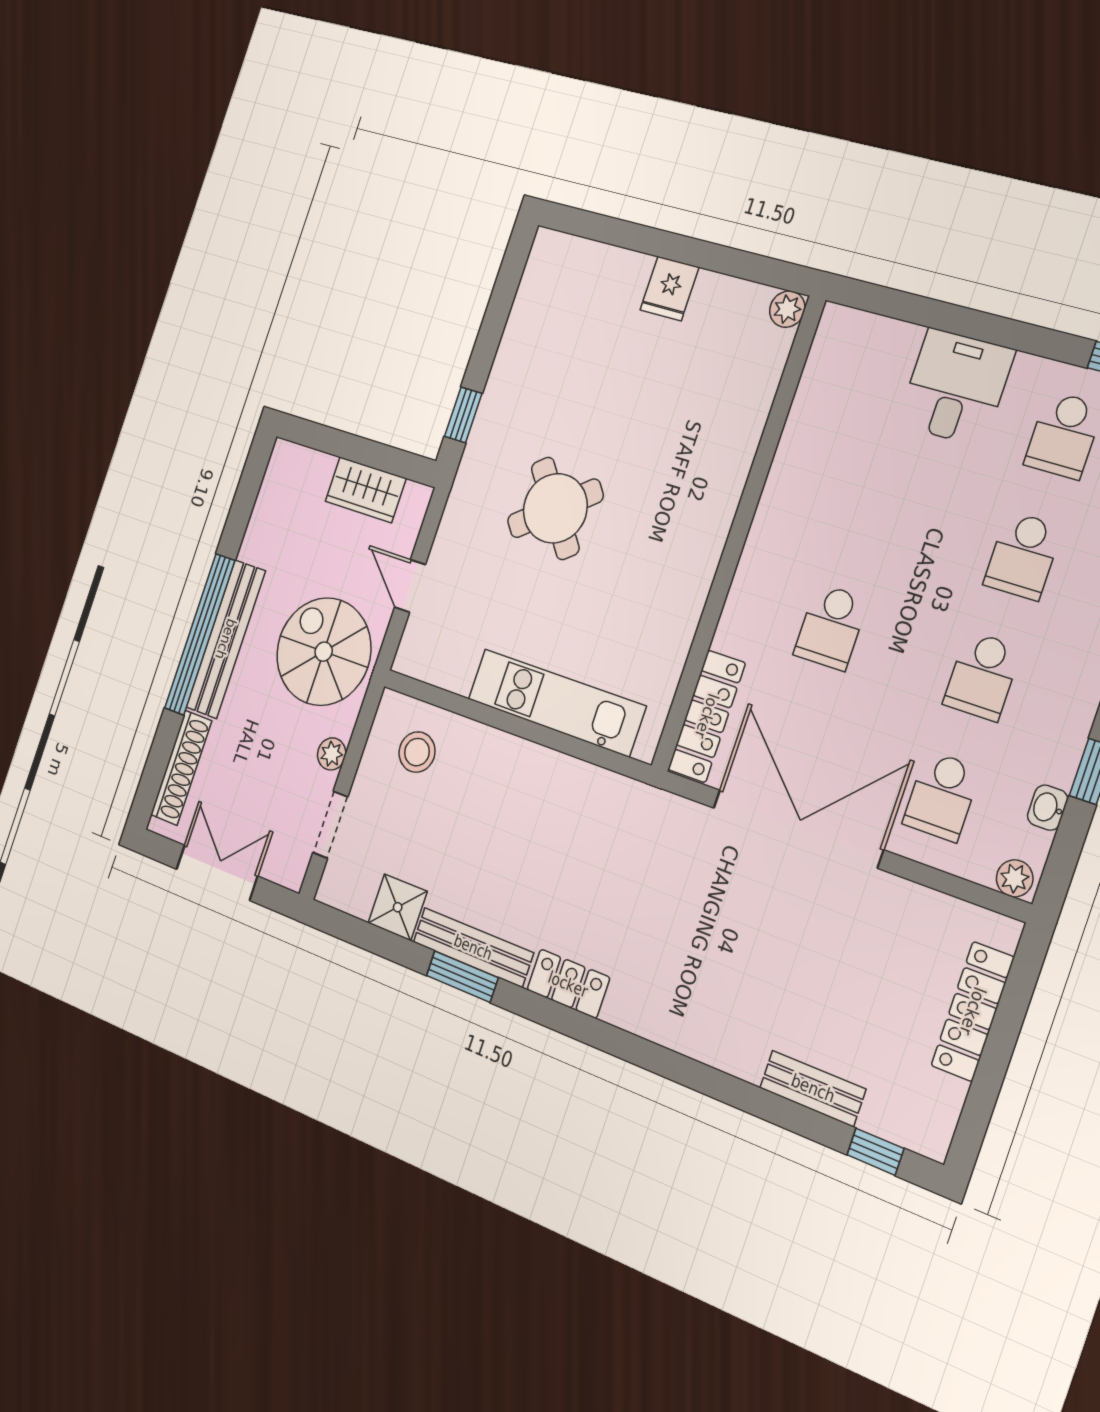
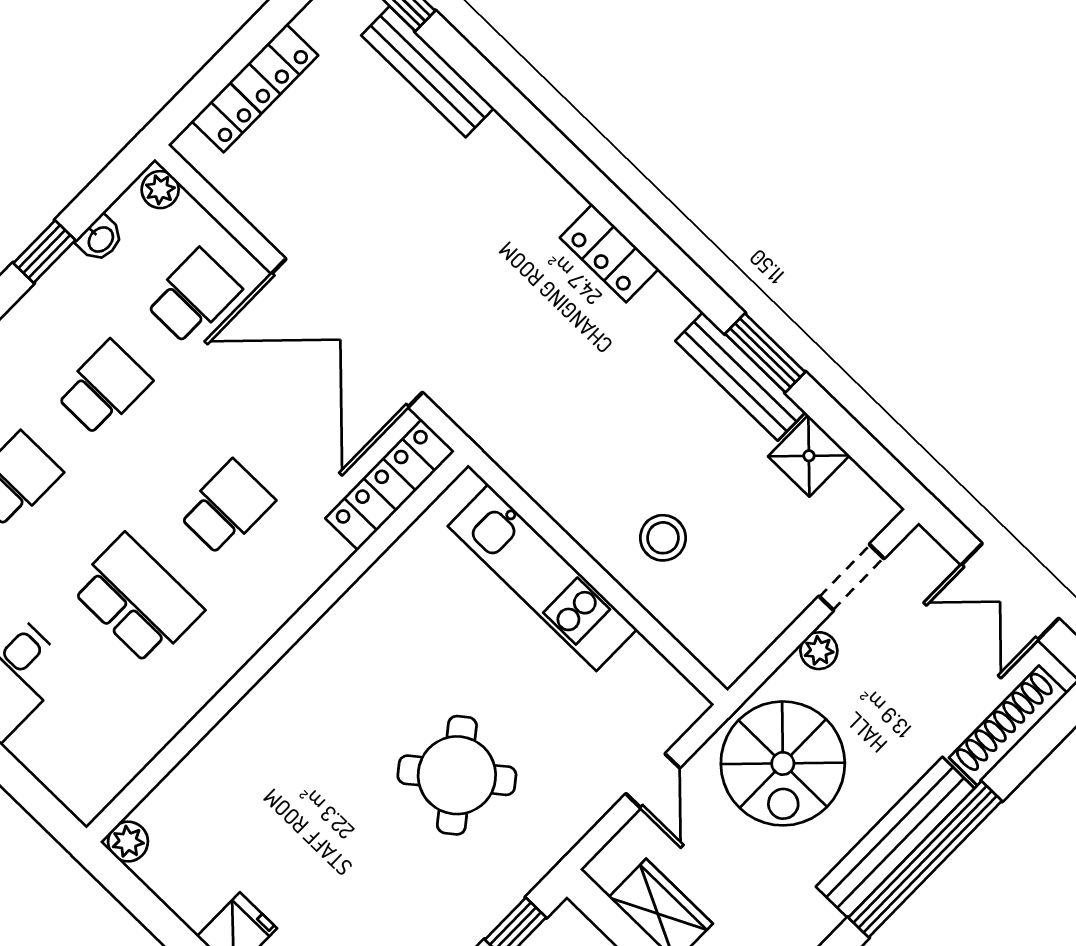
school desk: (870, 510) -> (137, 599), added
stool: (417, 752) -> (663, 538), moved
locker: (568, 984) -> (609, 253), moved
bench: (813, 1088) -> (428, 72), width x1.36

